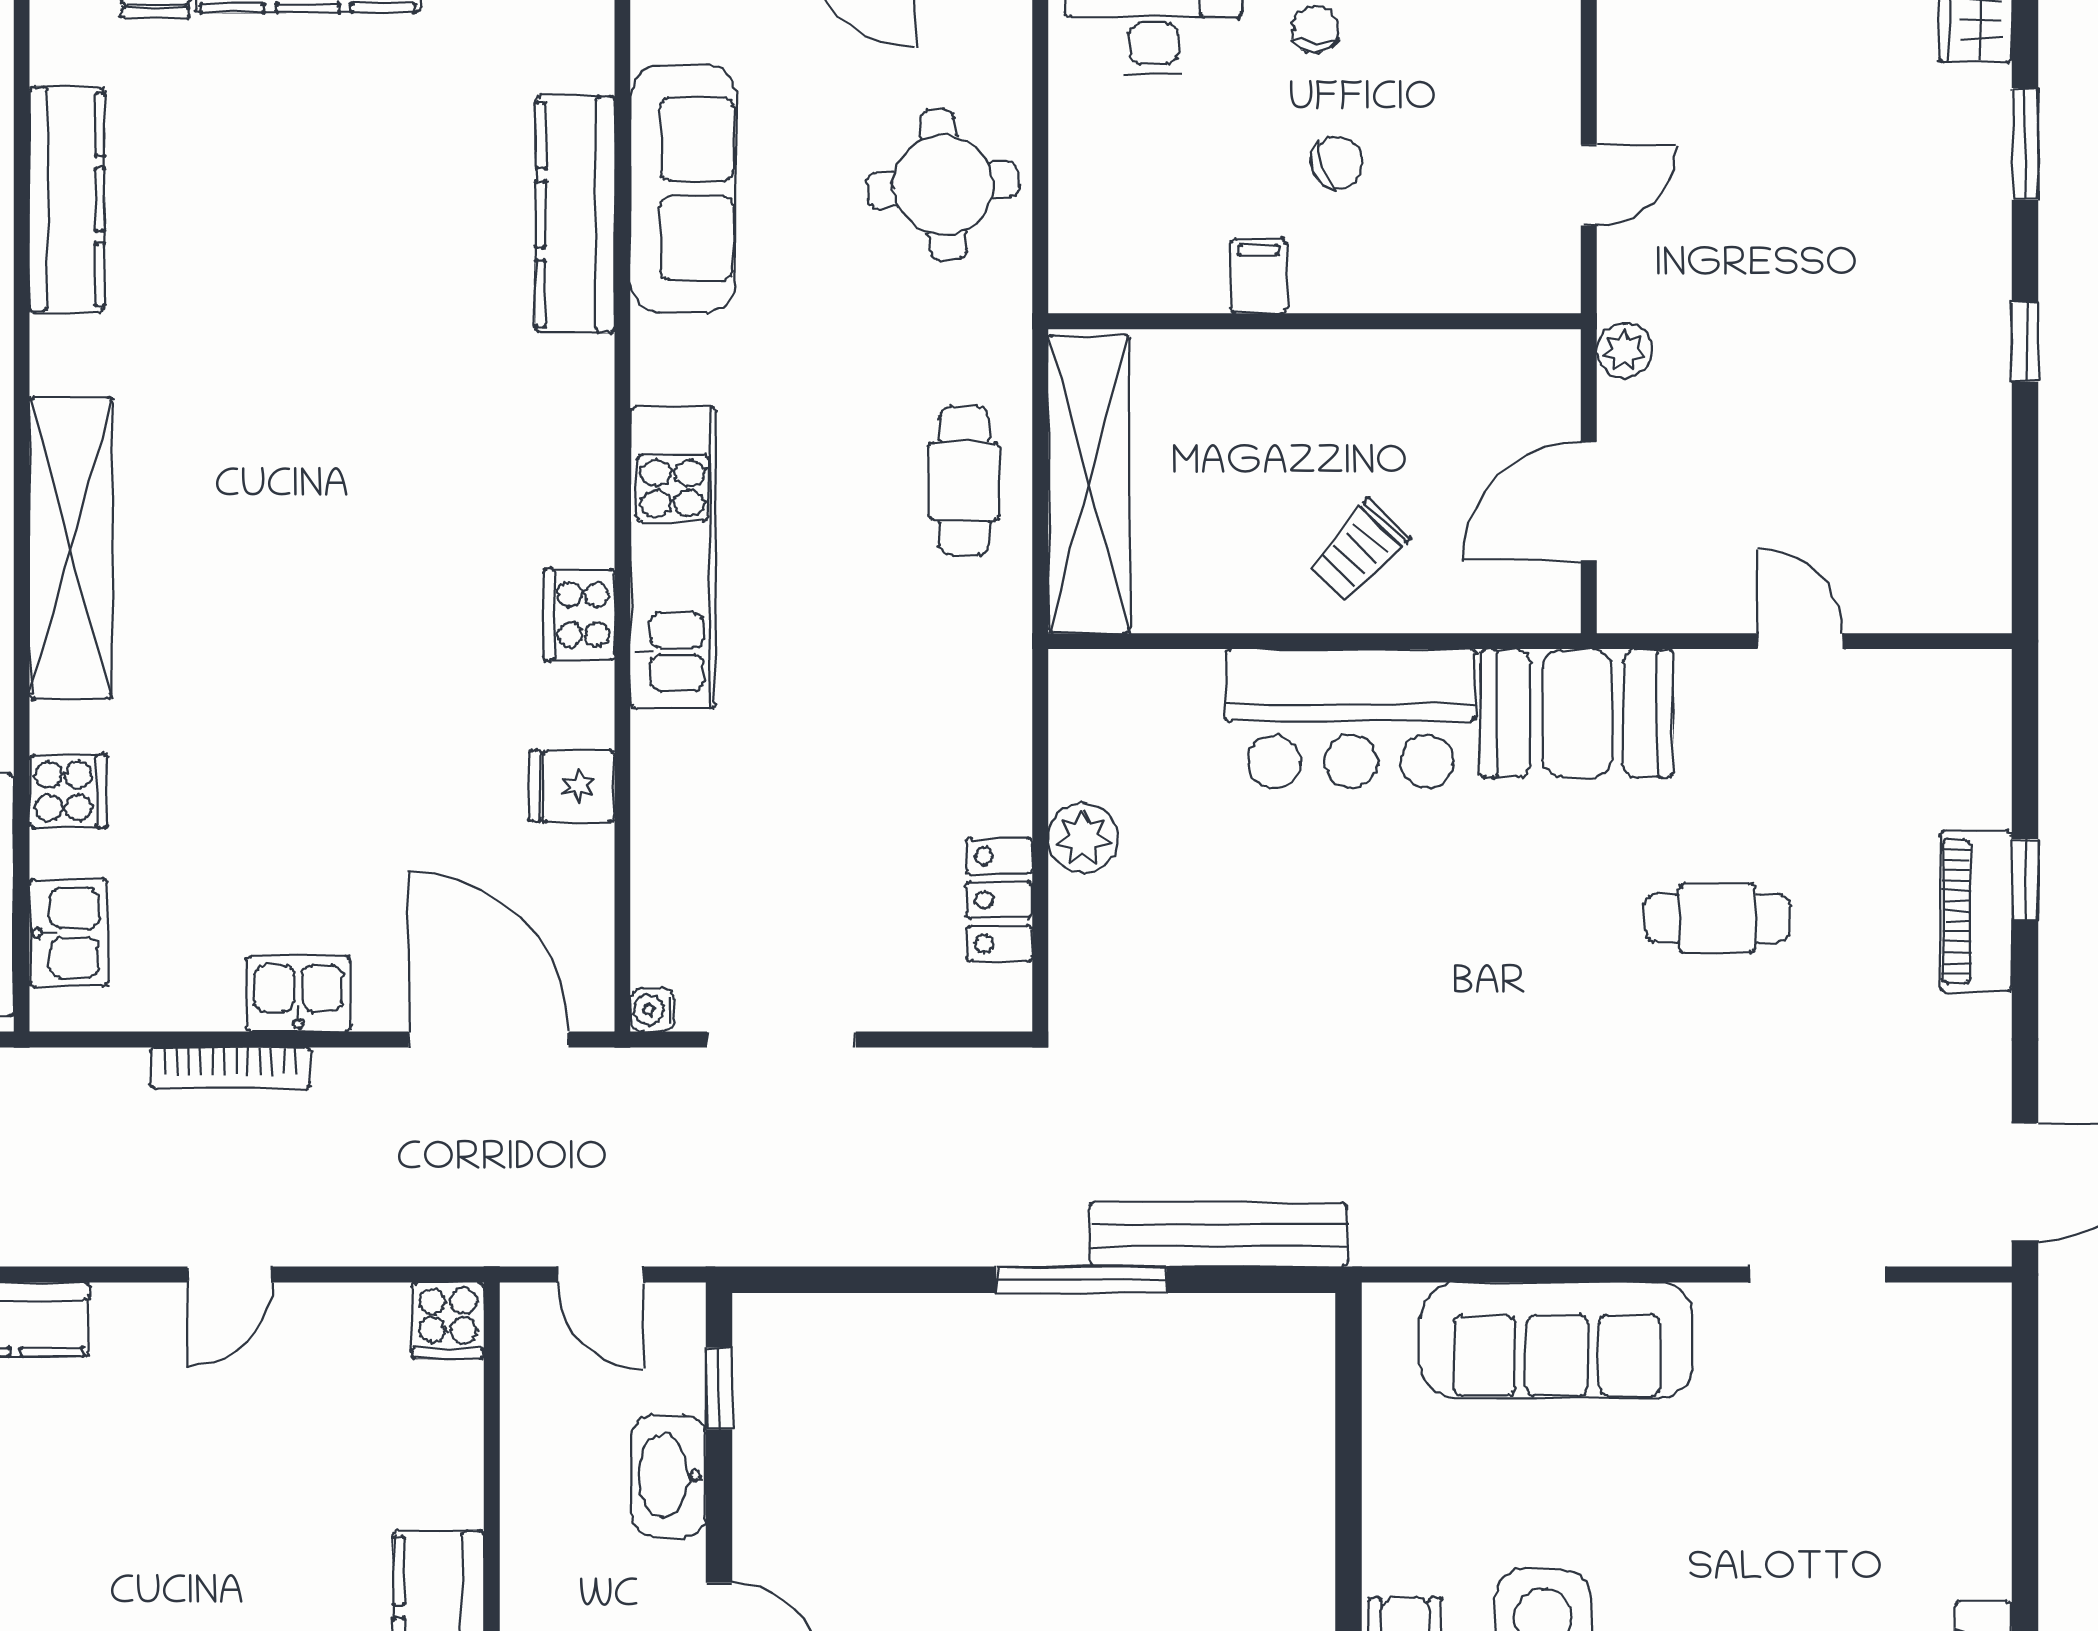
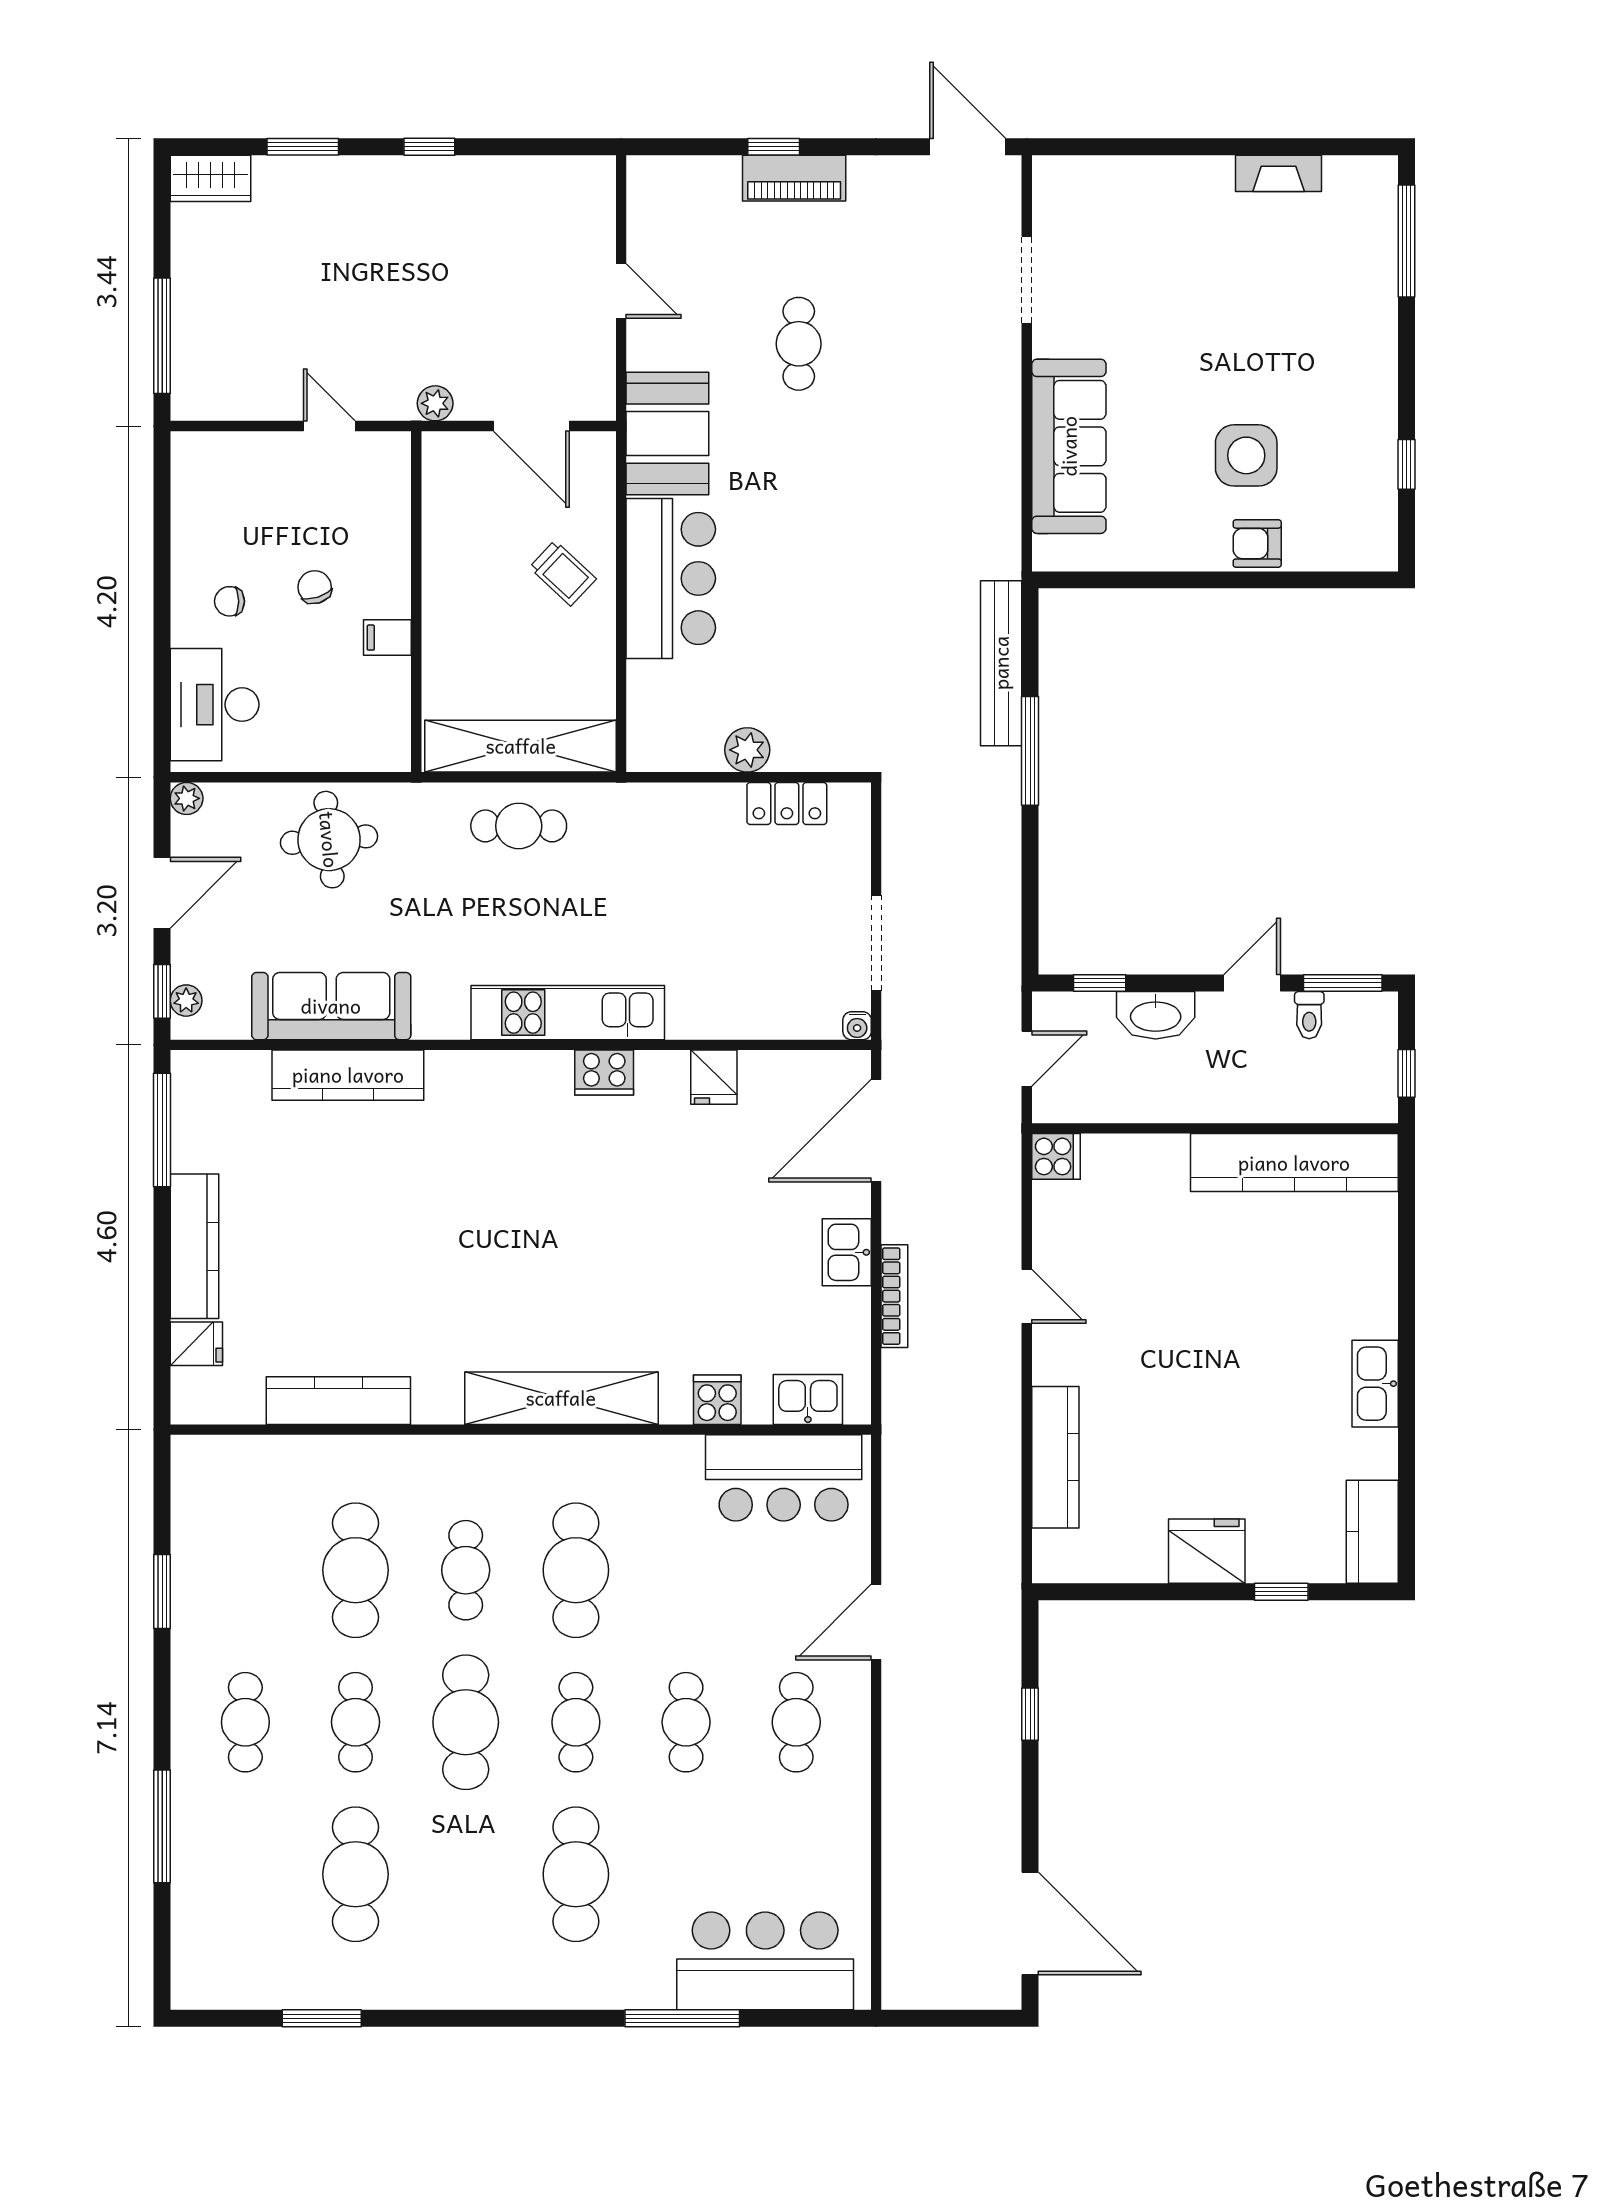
door: (1800, 641) -> (621, 291), swing flipped

